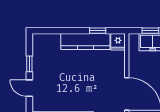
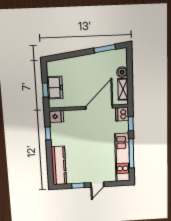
kitchen counter: (85, 41) -> (59, 166), moved

